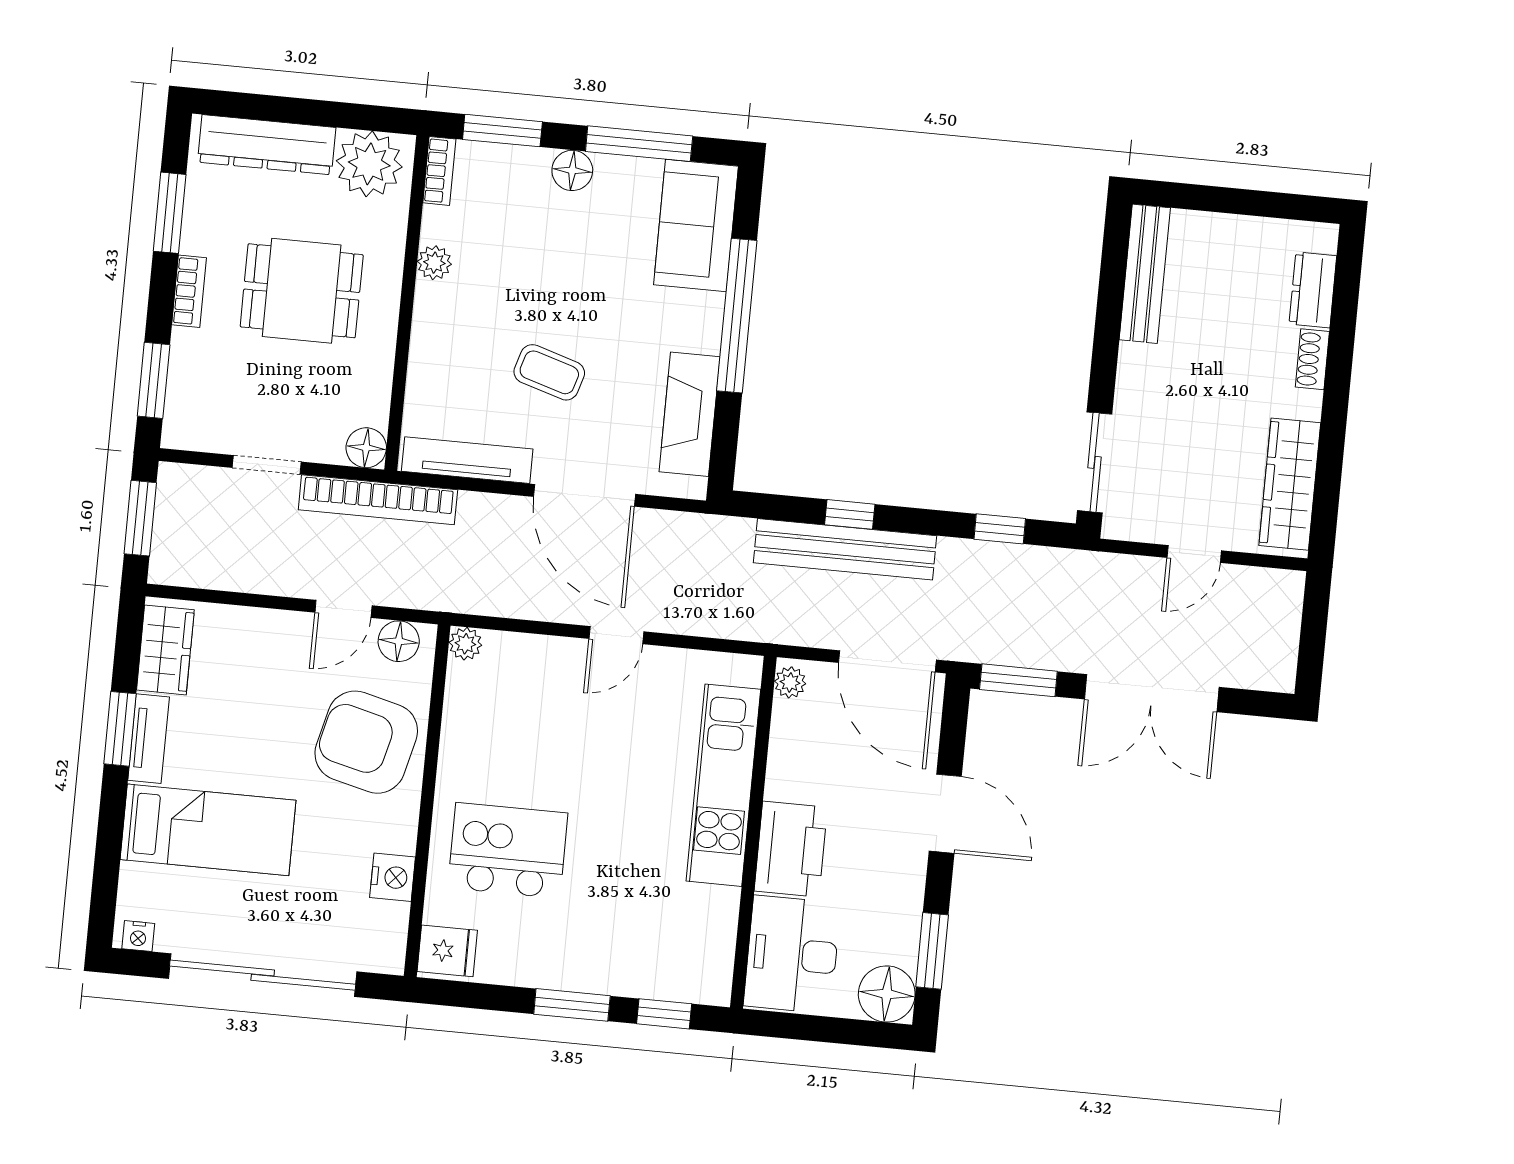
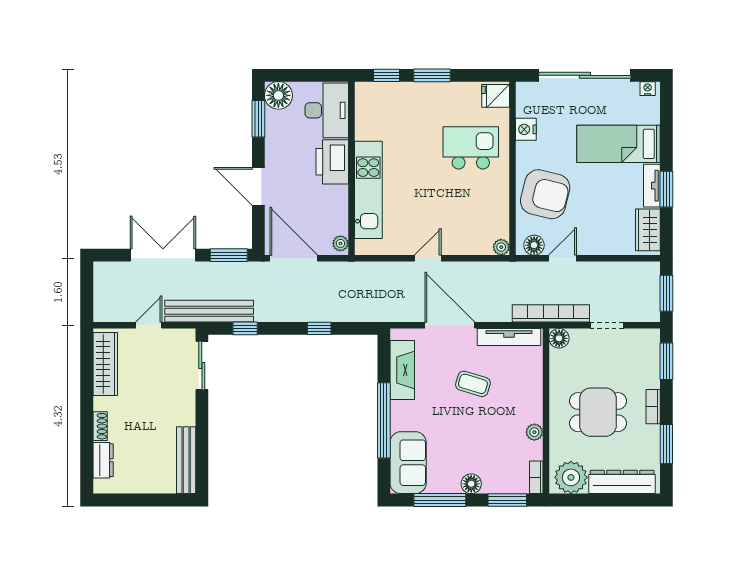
bench: (845, 549) -> (209, 311), moved
kitchen island: (508, 850) -> (471, 148), turned 180

